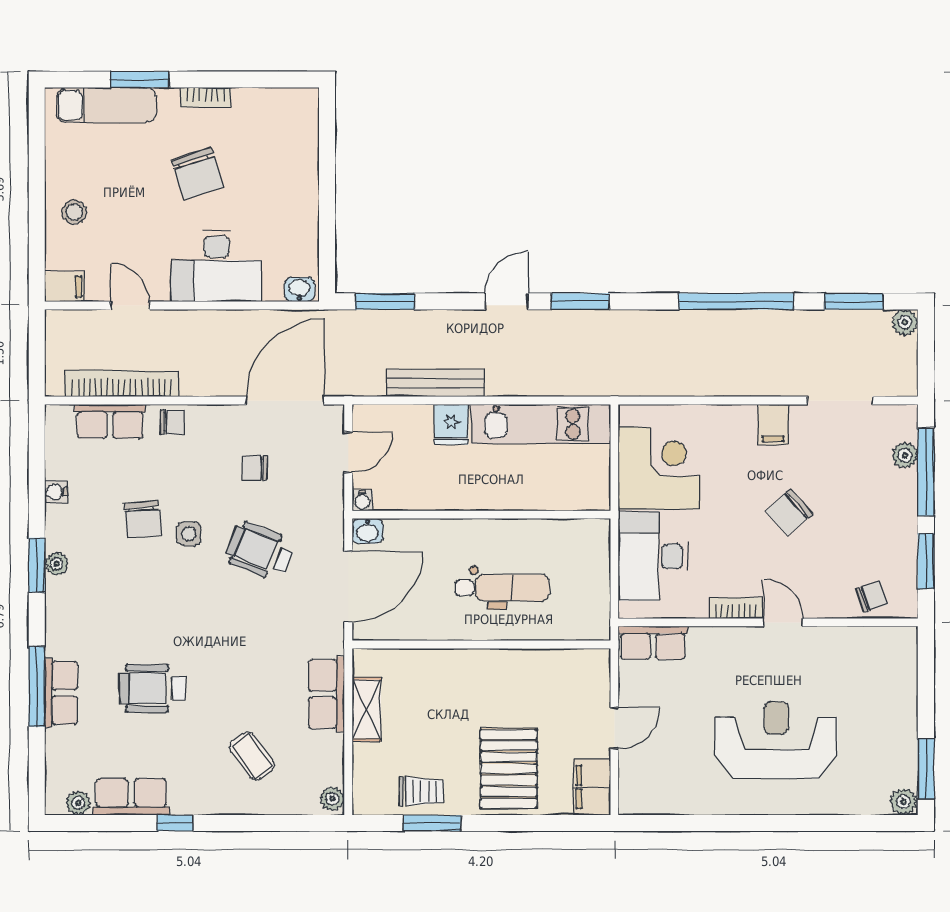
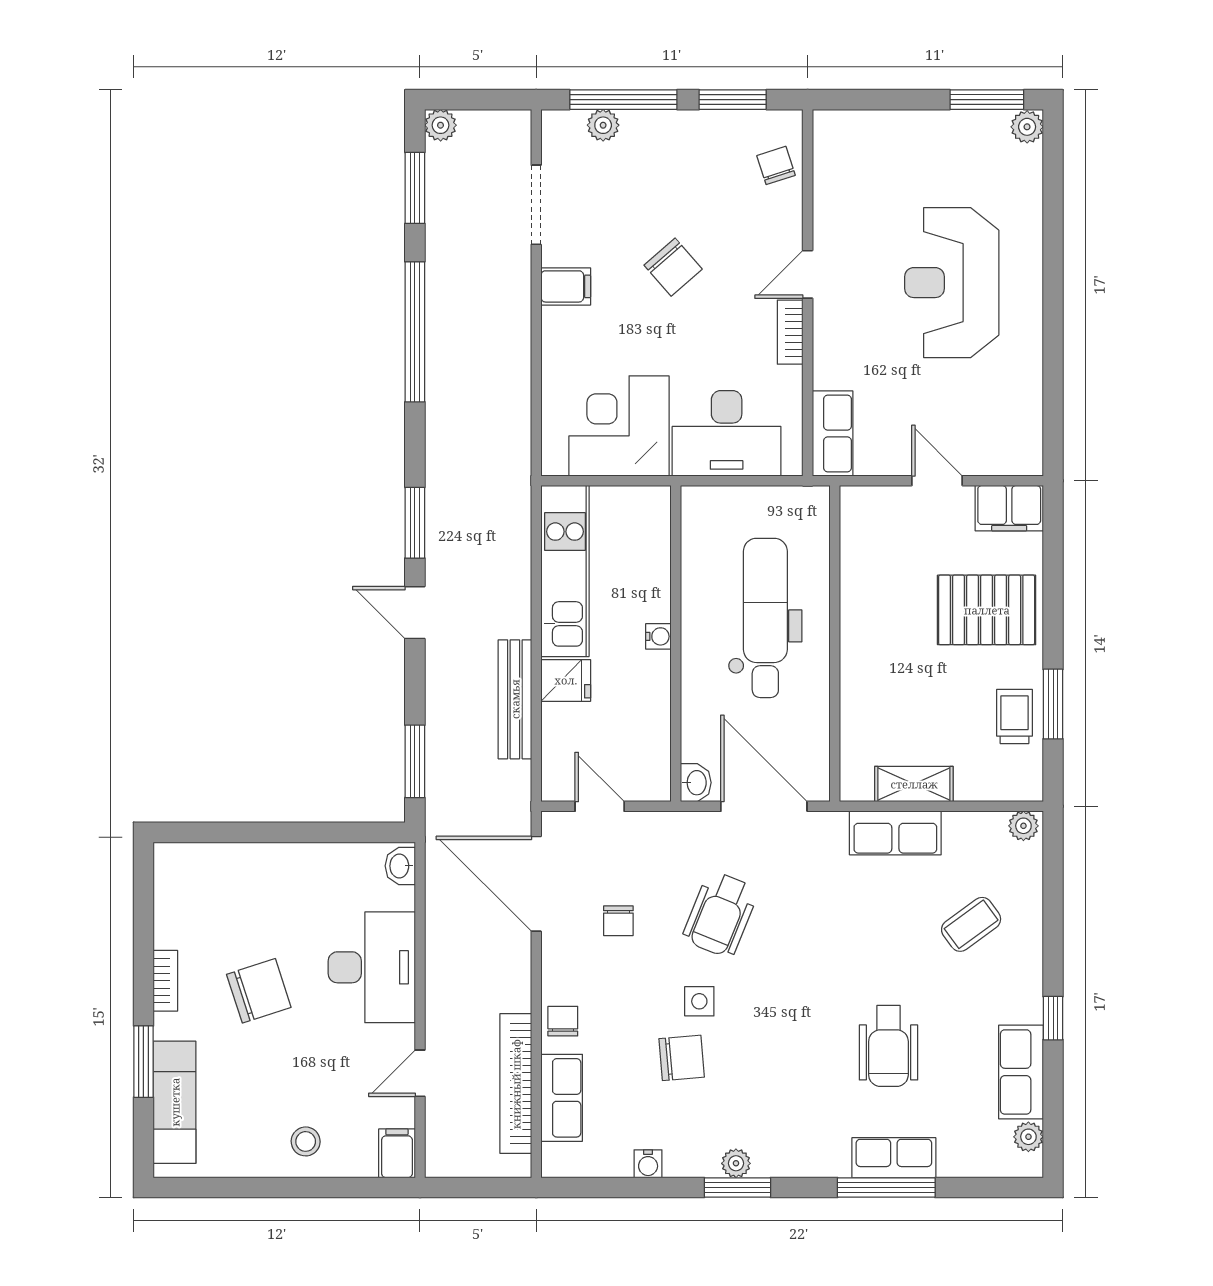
water cooler: (362, 500) -> (658, 636), moved
dental chair: (502, 588) -> (765, 618), width x1.36, depth x1.38

